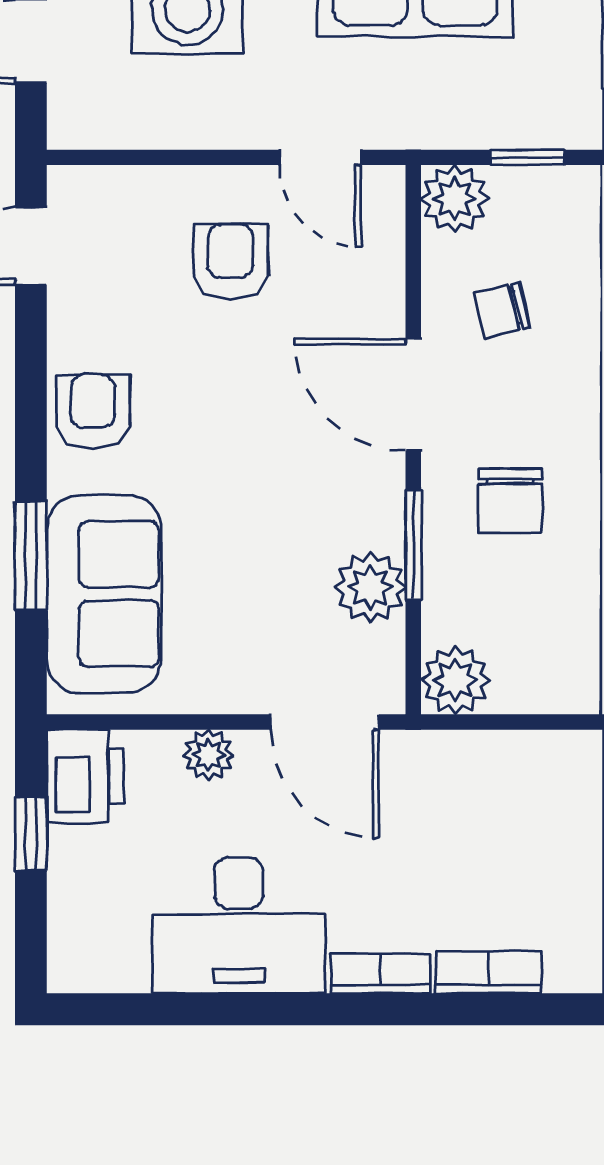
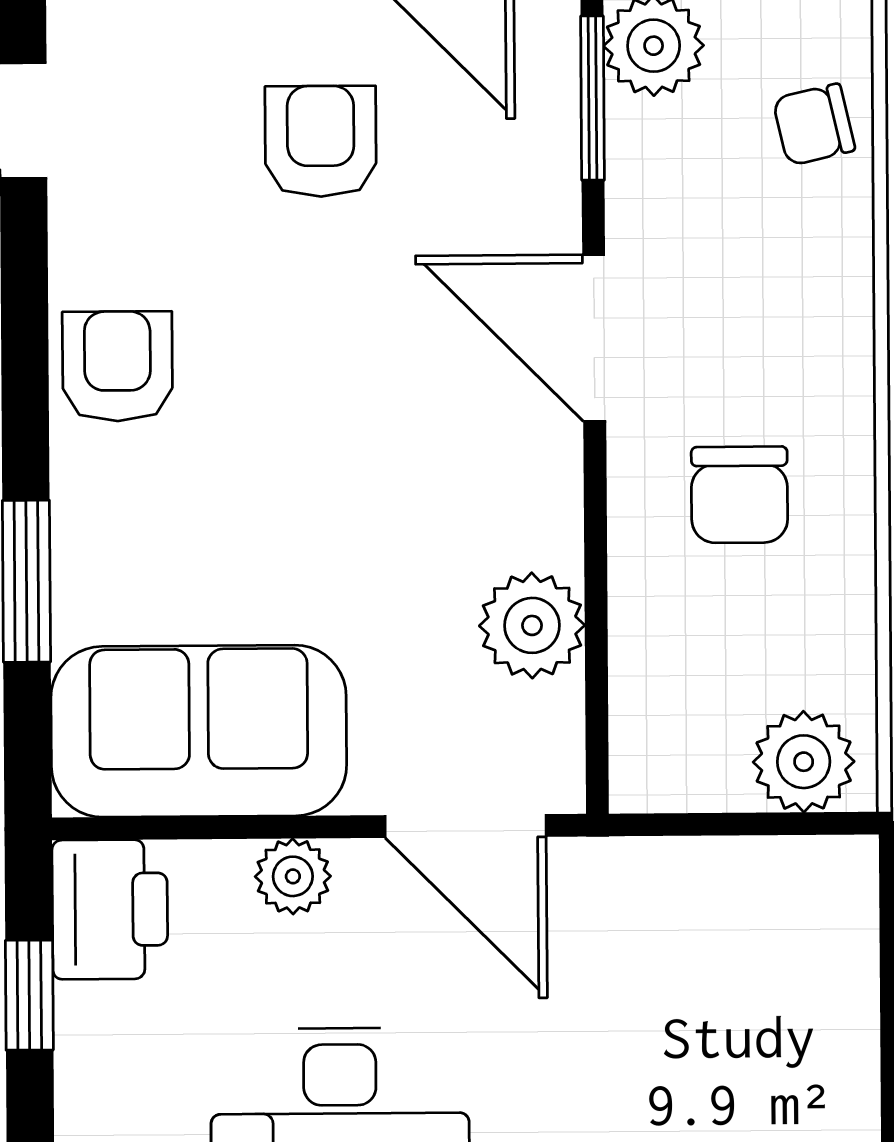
chair: (502, 310) -> (814, 125), moved
window: (413, 545) -> (593, 98), moved
sofa: (104, 594) -> (199, 731), moved, turned -90
plant: (455, 680) -> (804, 762), moved

